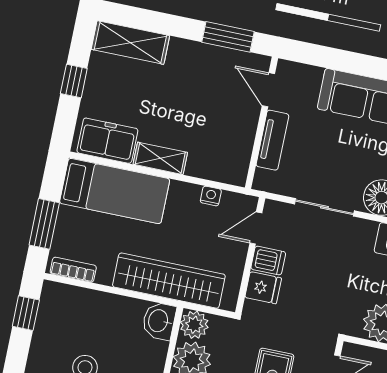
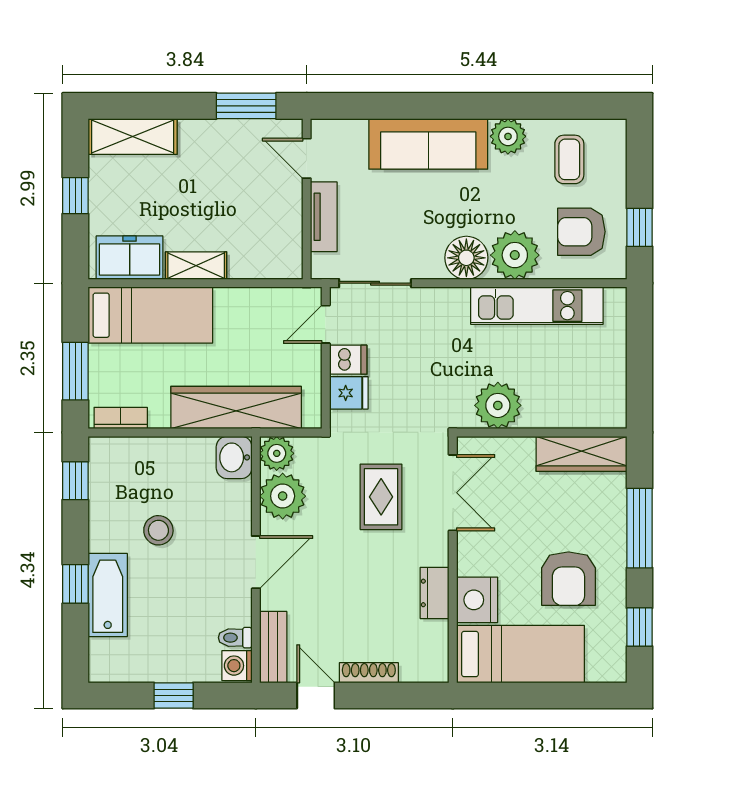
nightstand: (211, 196) -> (265, 298), removed
sliding door: (324, 207) -> (375, 283), moved

